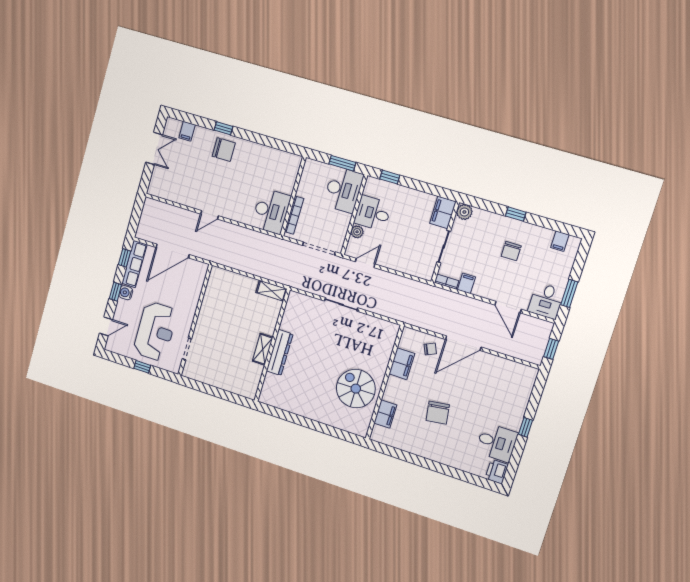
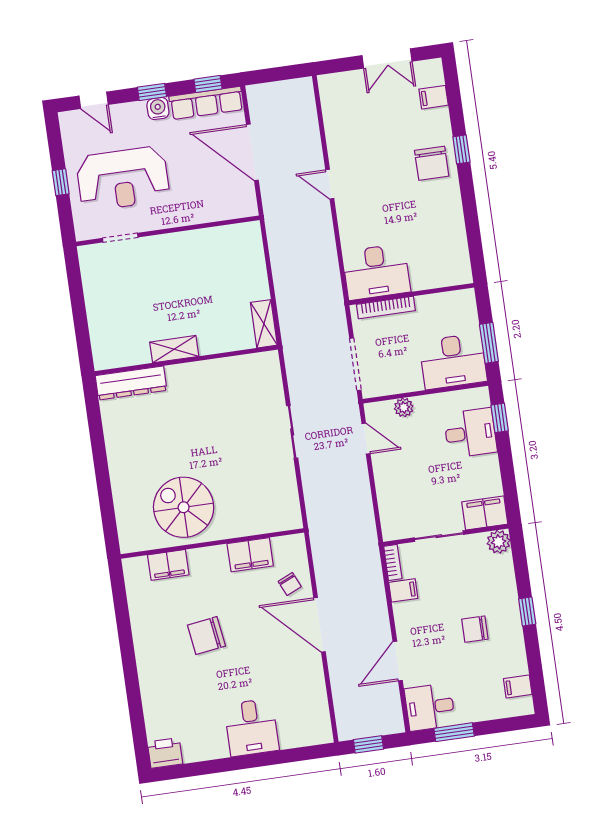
desk: (373, 213) -> (470, 433), moved, turned 90
dresser: (280, 353) -> (131, 383), moved
spiral stairs: (356, 389) -> (184, 507), turned -90
window: (525, 427) -> (245, 762), removed
desk: (497, 442) -> (252, 727), moved

